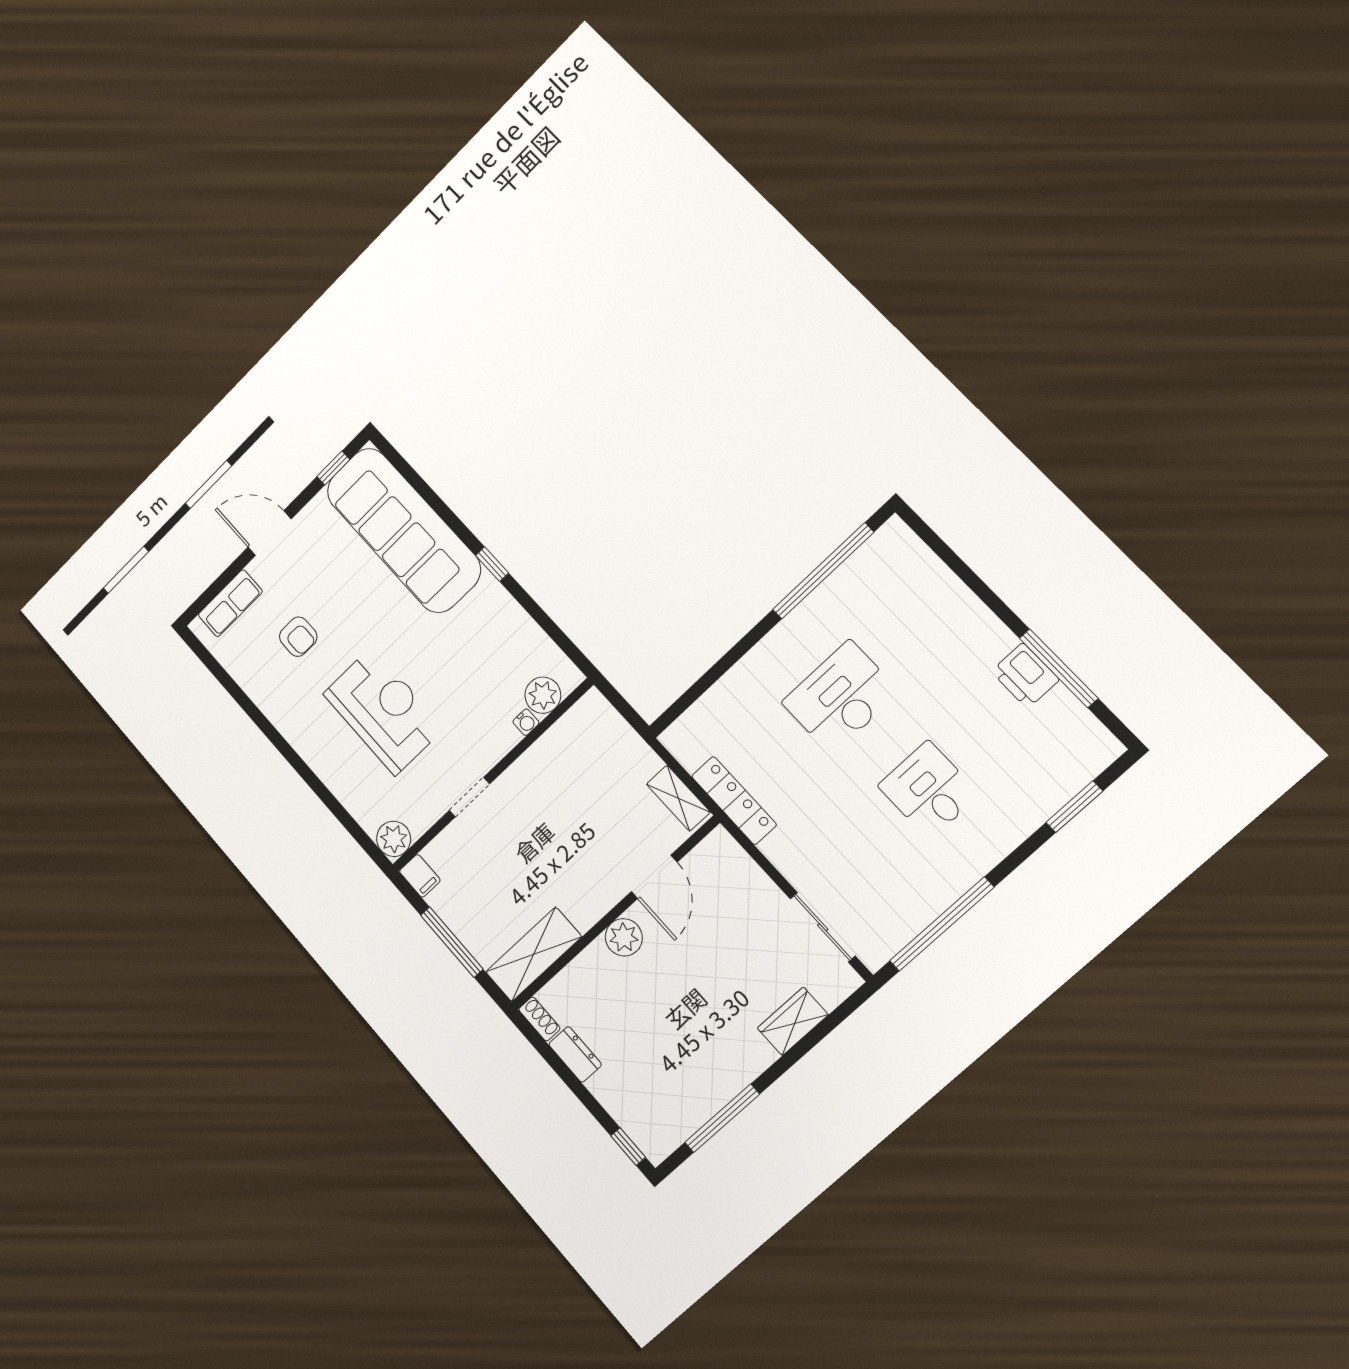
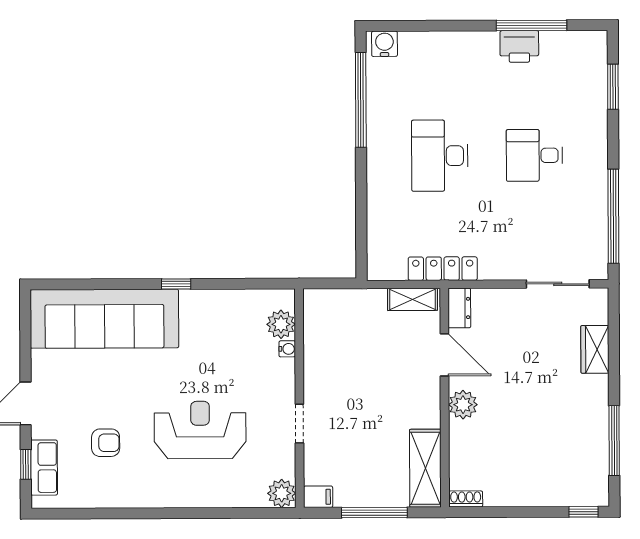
window: (333, 468) -> (26, 464), moved
water cooler: (900, 542) -> (384, 44), added
dresser: (575, 1054) -> (459, 308), moved, turned 90

